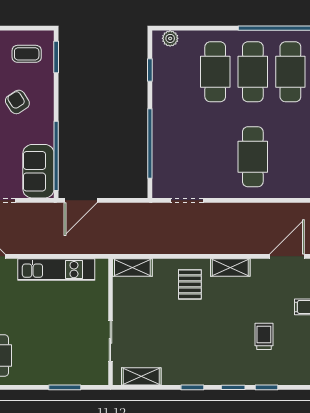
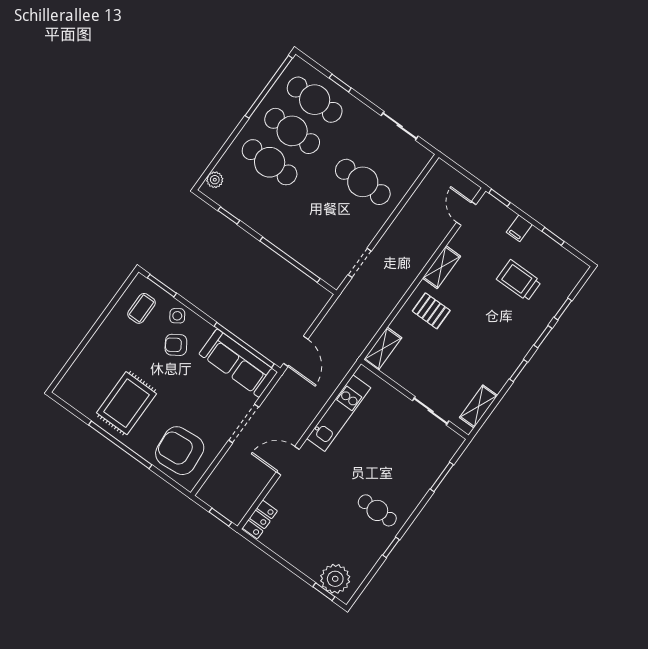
side table: (41, 86) -> (177, 316), added
sofa: (38, 171) -> (238, 363), width x1.36
door: (287, 256) -> (466, 213), width x0.73
trolley: (264, 336) -> (519, 280), width x1.36, depth x1.39

